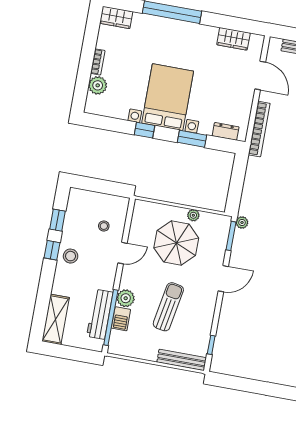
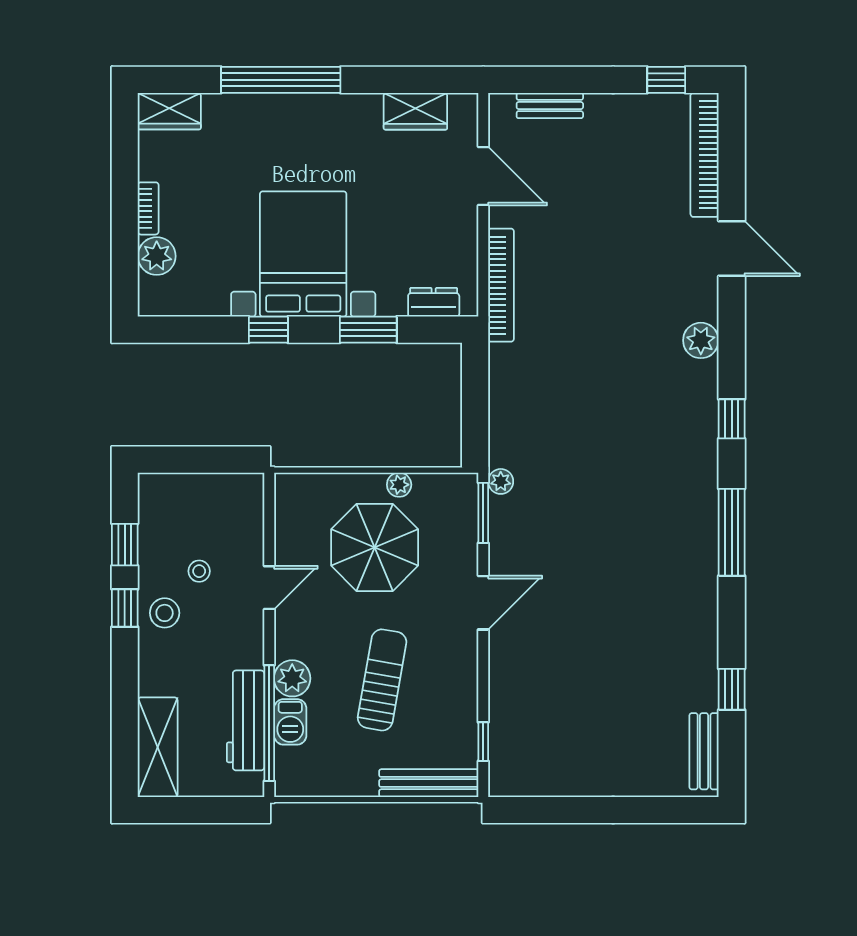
stool: (104, 226) -> (199, 571), moved

